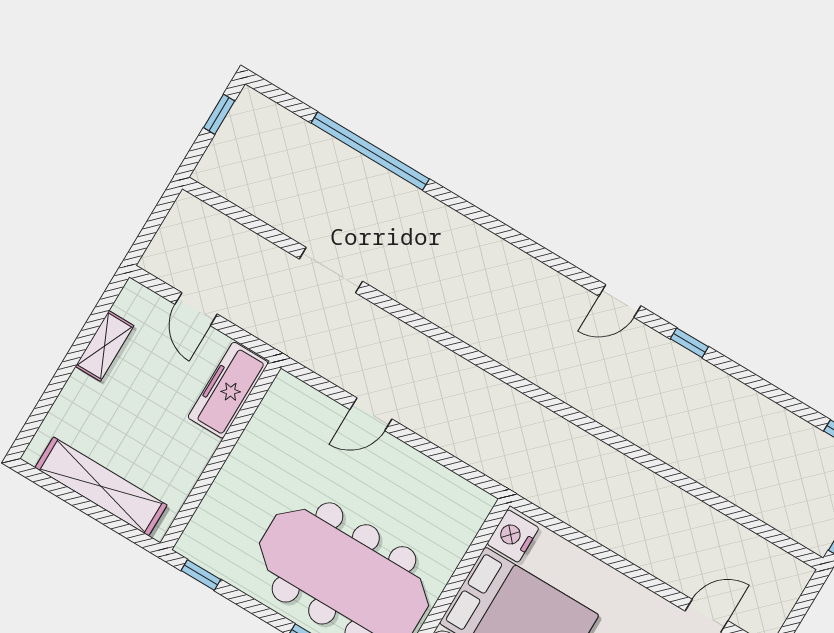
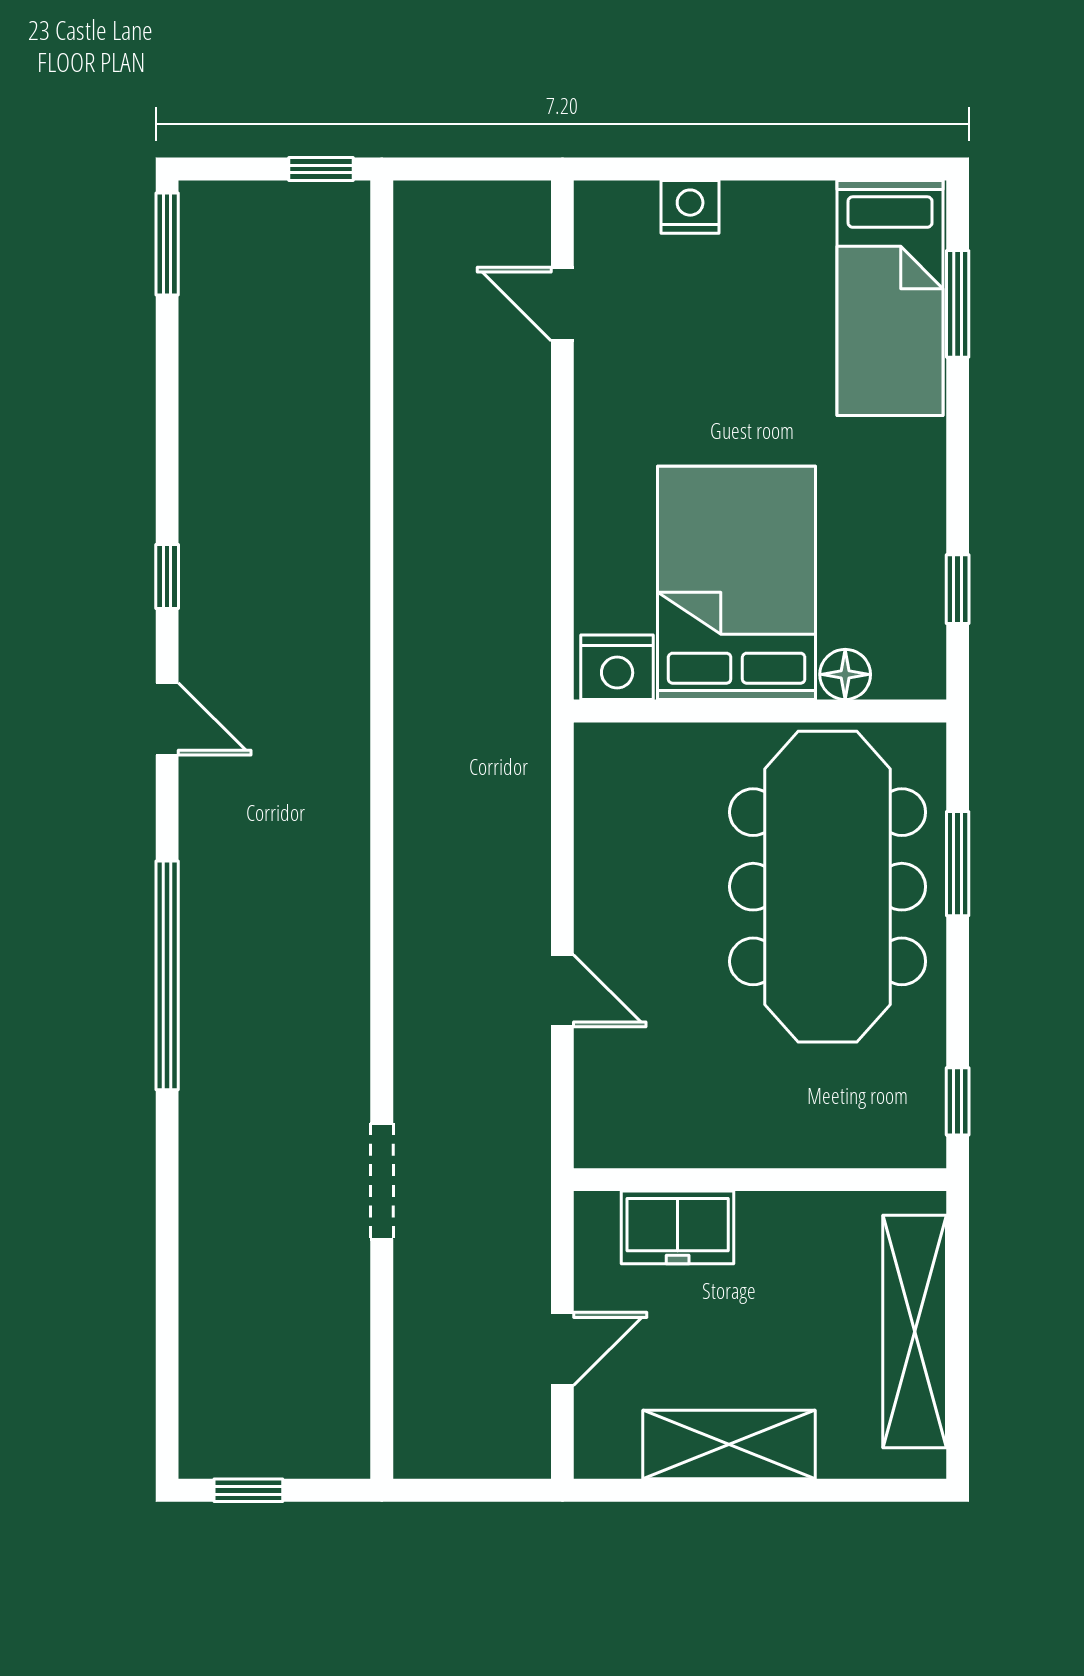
window: (370, 151) -> (167, 975), moved
shelving: (105, 346) -> (729, 1445), width x1.50, depth x1.33
freezer: (228, 390) -> (678, 1227), width x0.71

